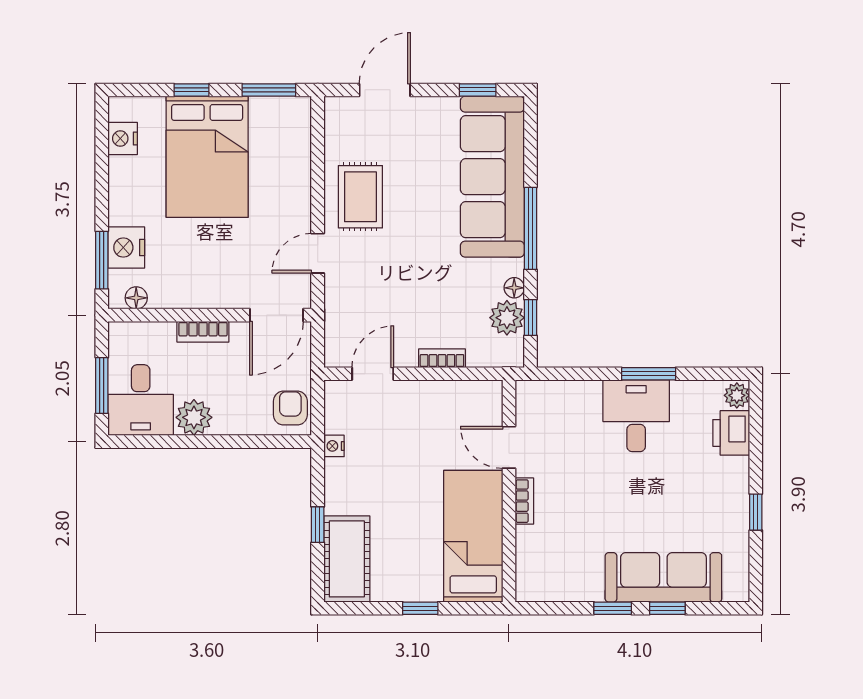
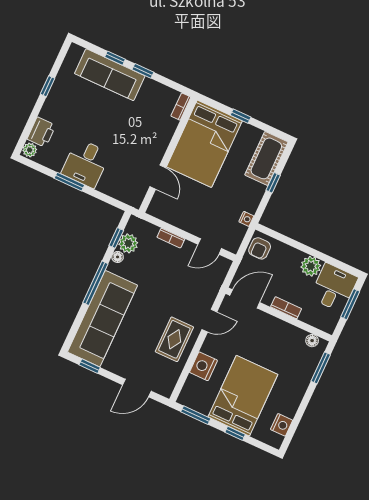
nightstand: (126, 248) -> (203, 366), moved, turned 180
bookcase: (524, 501) -> (181, 107), moved
bed: (473, 536) -> (204, 144), width x1.50

